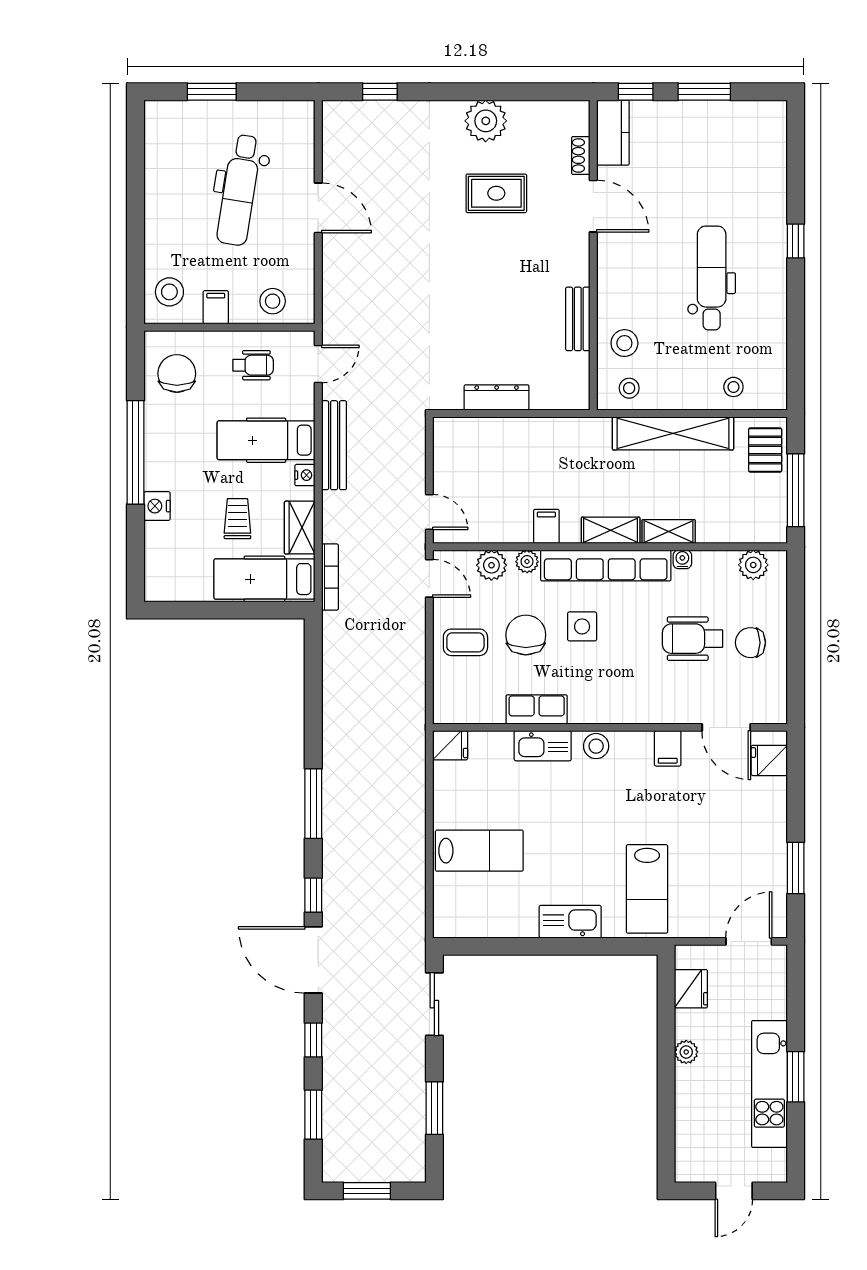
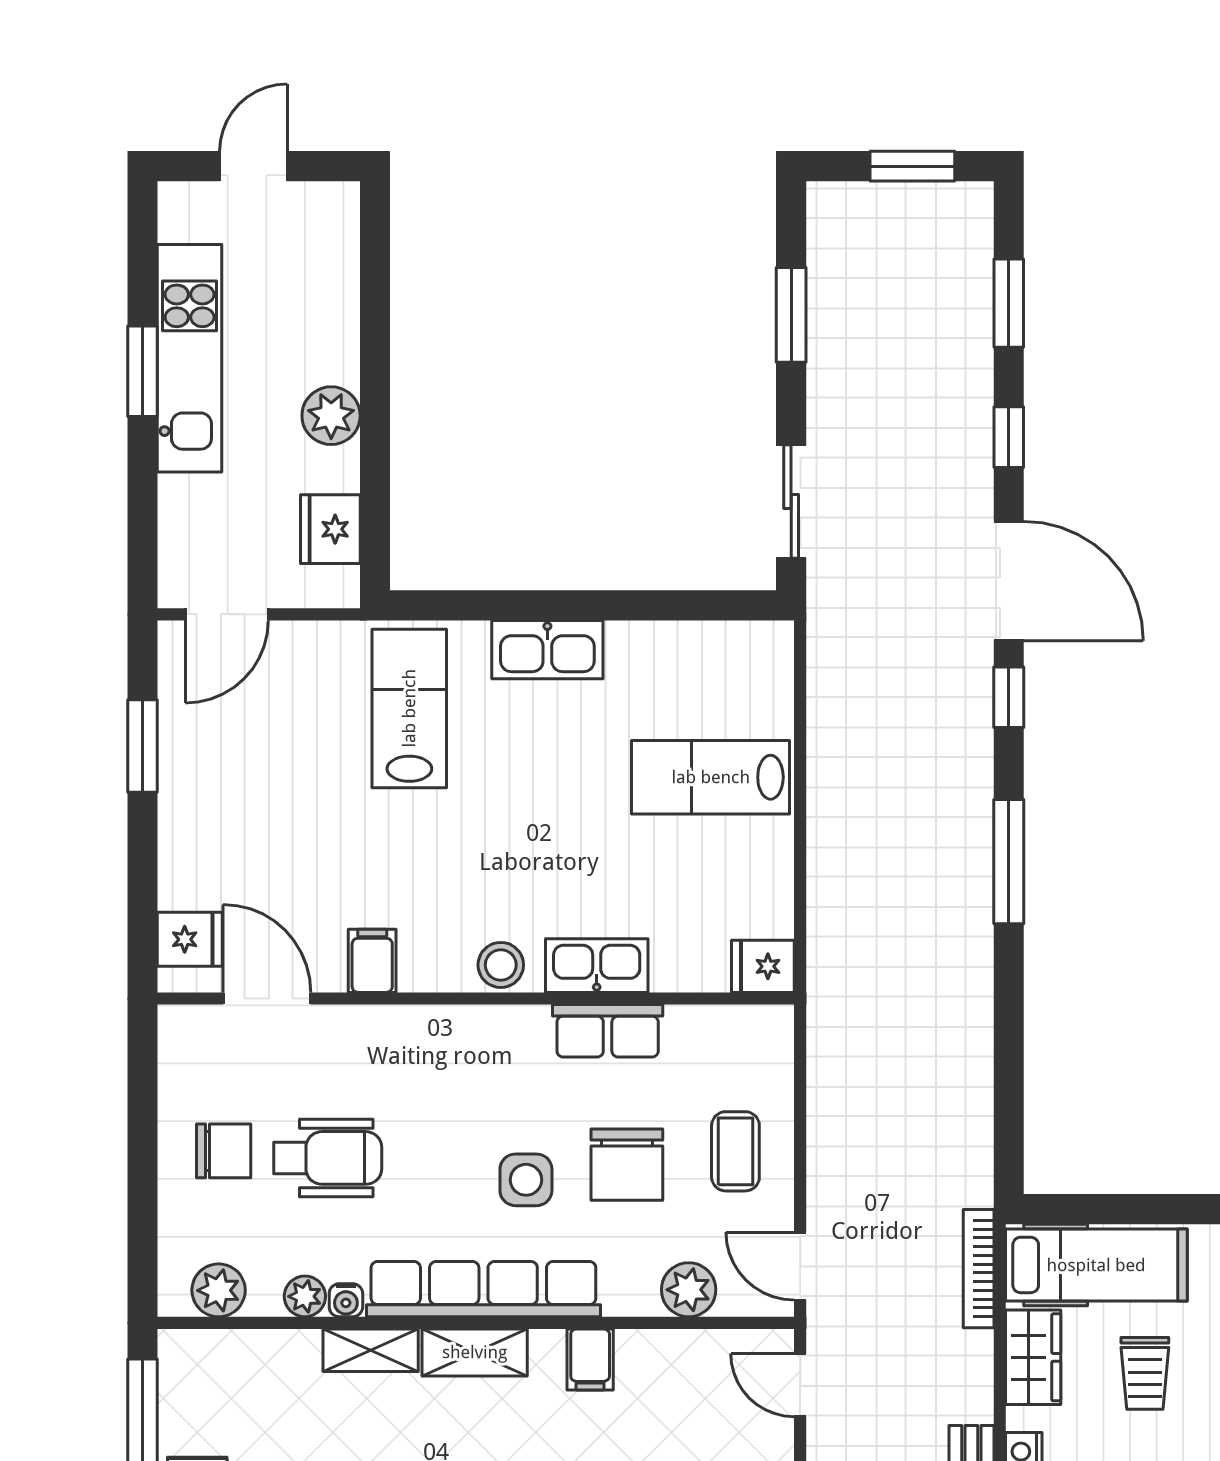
plant: (527, 562) -> (305, 1296), moved
coffee table: (465, 642) -> (735, 1151), turned 90
plant: (686, 1052) -> (331, 416), width x1.38, depth x1.38

